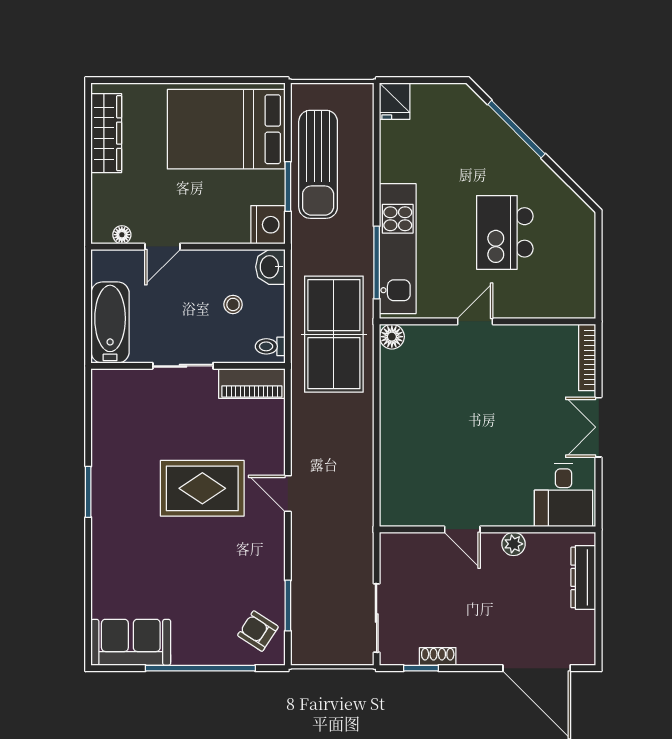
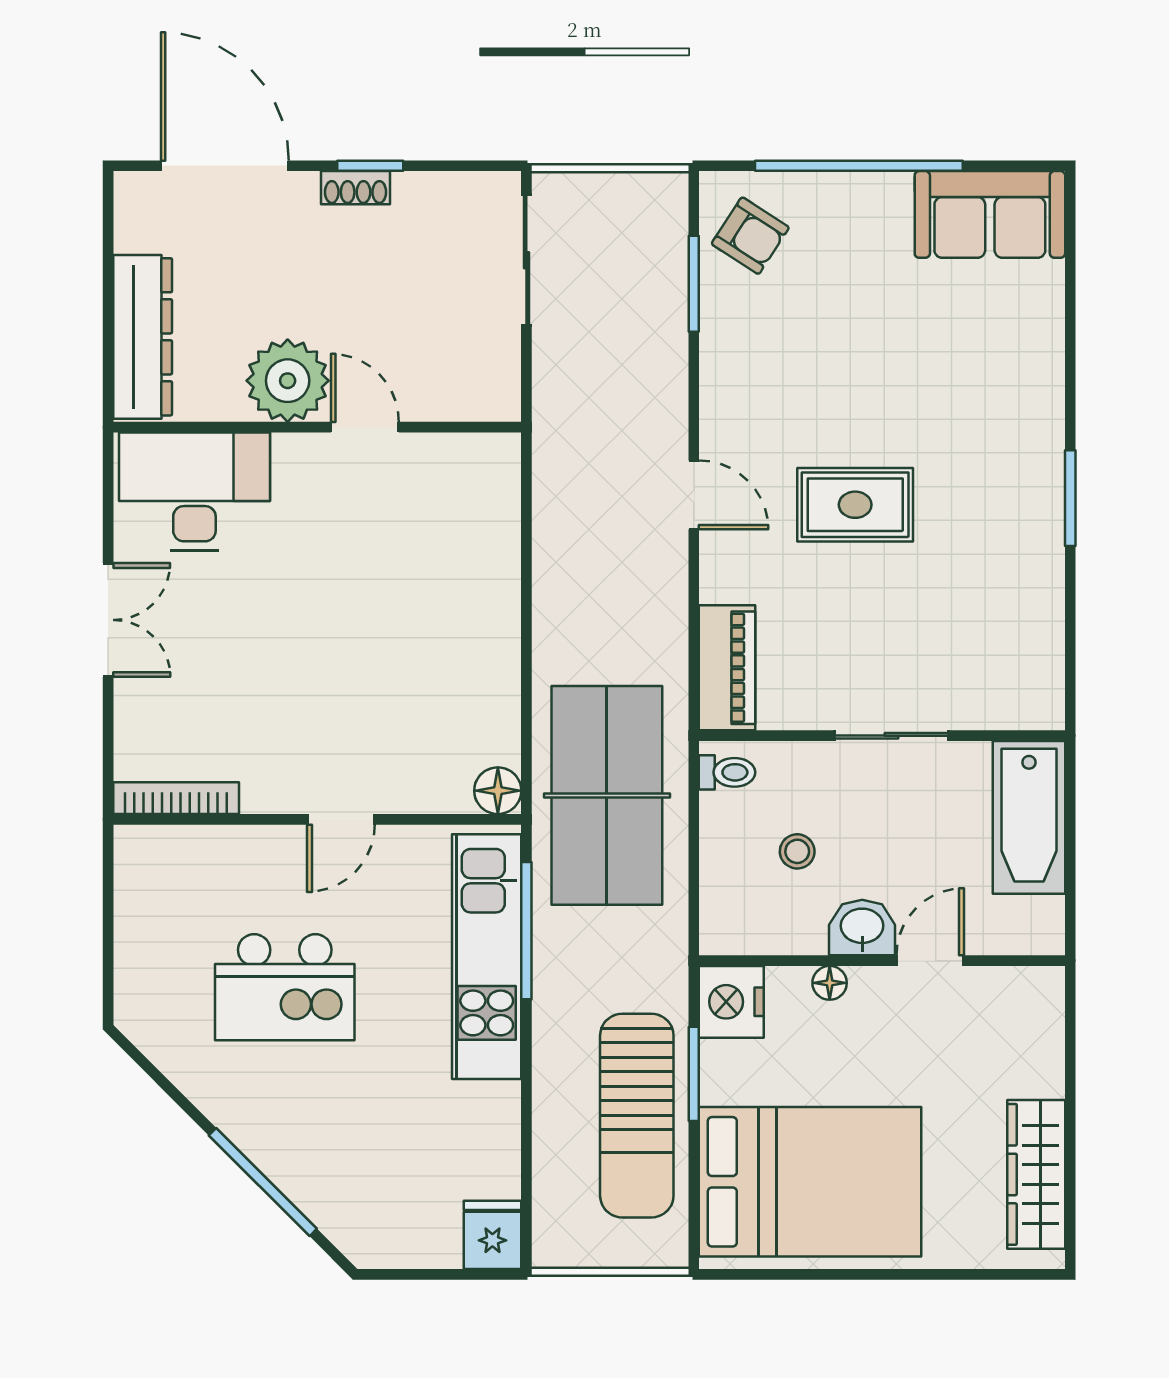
sun lounger: (318, 164) -> (637, 1116), turned 180
kitchen island: (505, 232) -> (285, 987), turned 90
floor lamp: (122, 235) -> (830, 983), moved
washbasin: (270, 267) -> (862, 927), moved, turned -90
bookcase: (587, 357) -> (176, 798), moved, turned -90
piano: (252, 383) -> (727, 668), moved, turned 90
rug: (202, 488) -> (855, 505), width x0.73, depth x0.70
desk: (564, 495) -> (194, 492), width x1.37
plant: (514, 544) -> (288, 381), width x1.88, depth x1.88
dresser: (583, 577) -> (143, 337), width x1.37, depth x1.24
shoe rack: (438, 656) -> (356, 188), moved
window: (421, 668) -> (370, 166), moved

